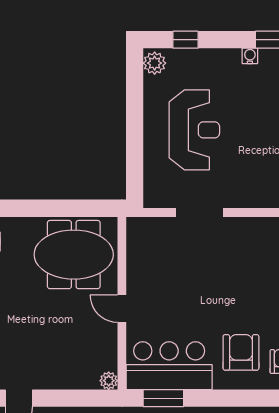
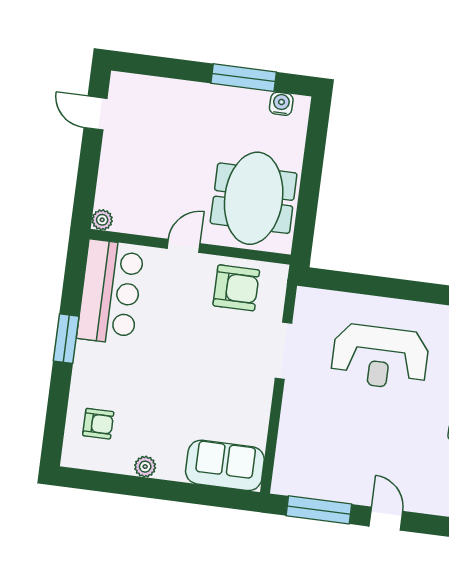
armchair: (241, 352) -> (236, 288), moved
window: (163, 398) -> (66, 339), moved

